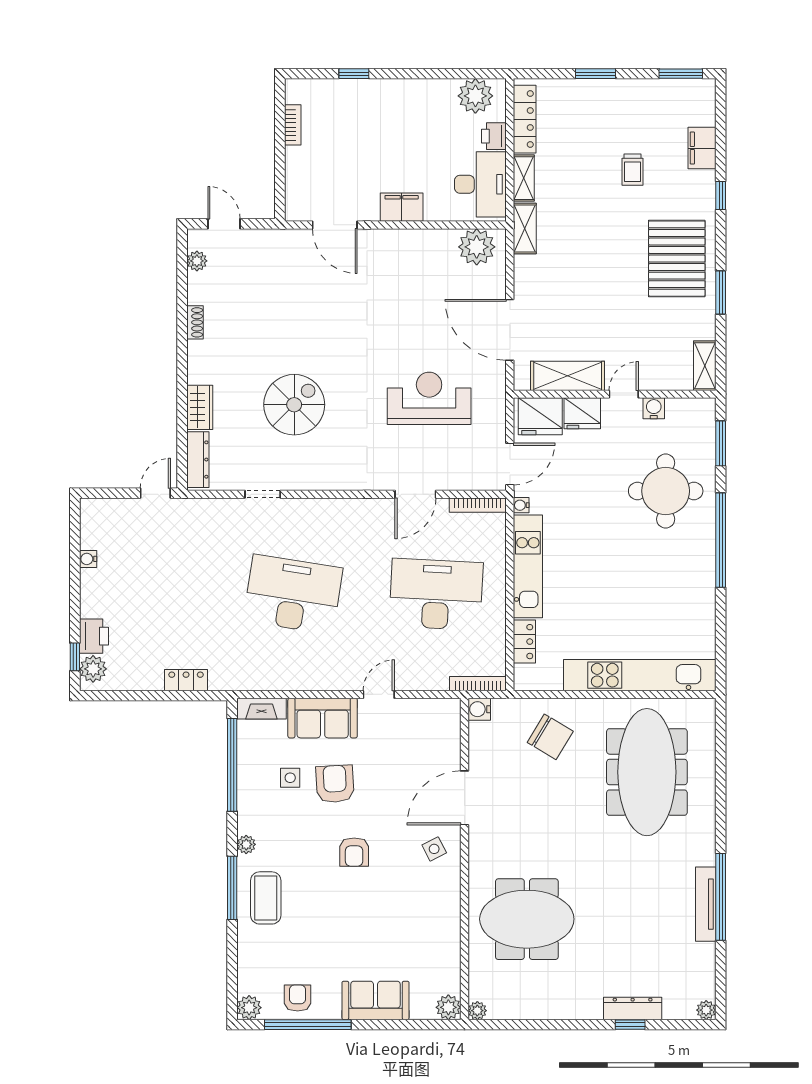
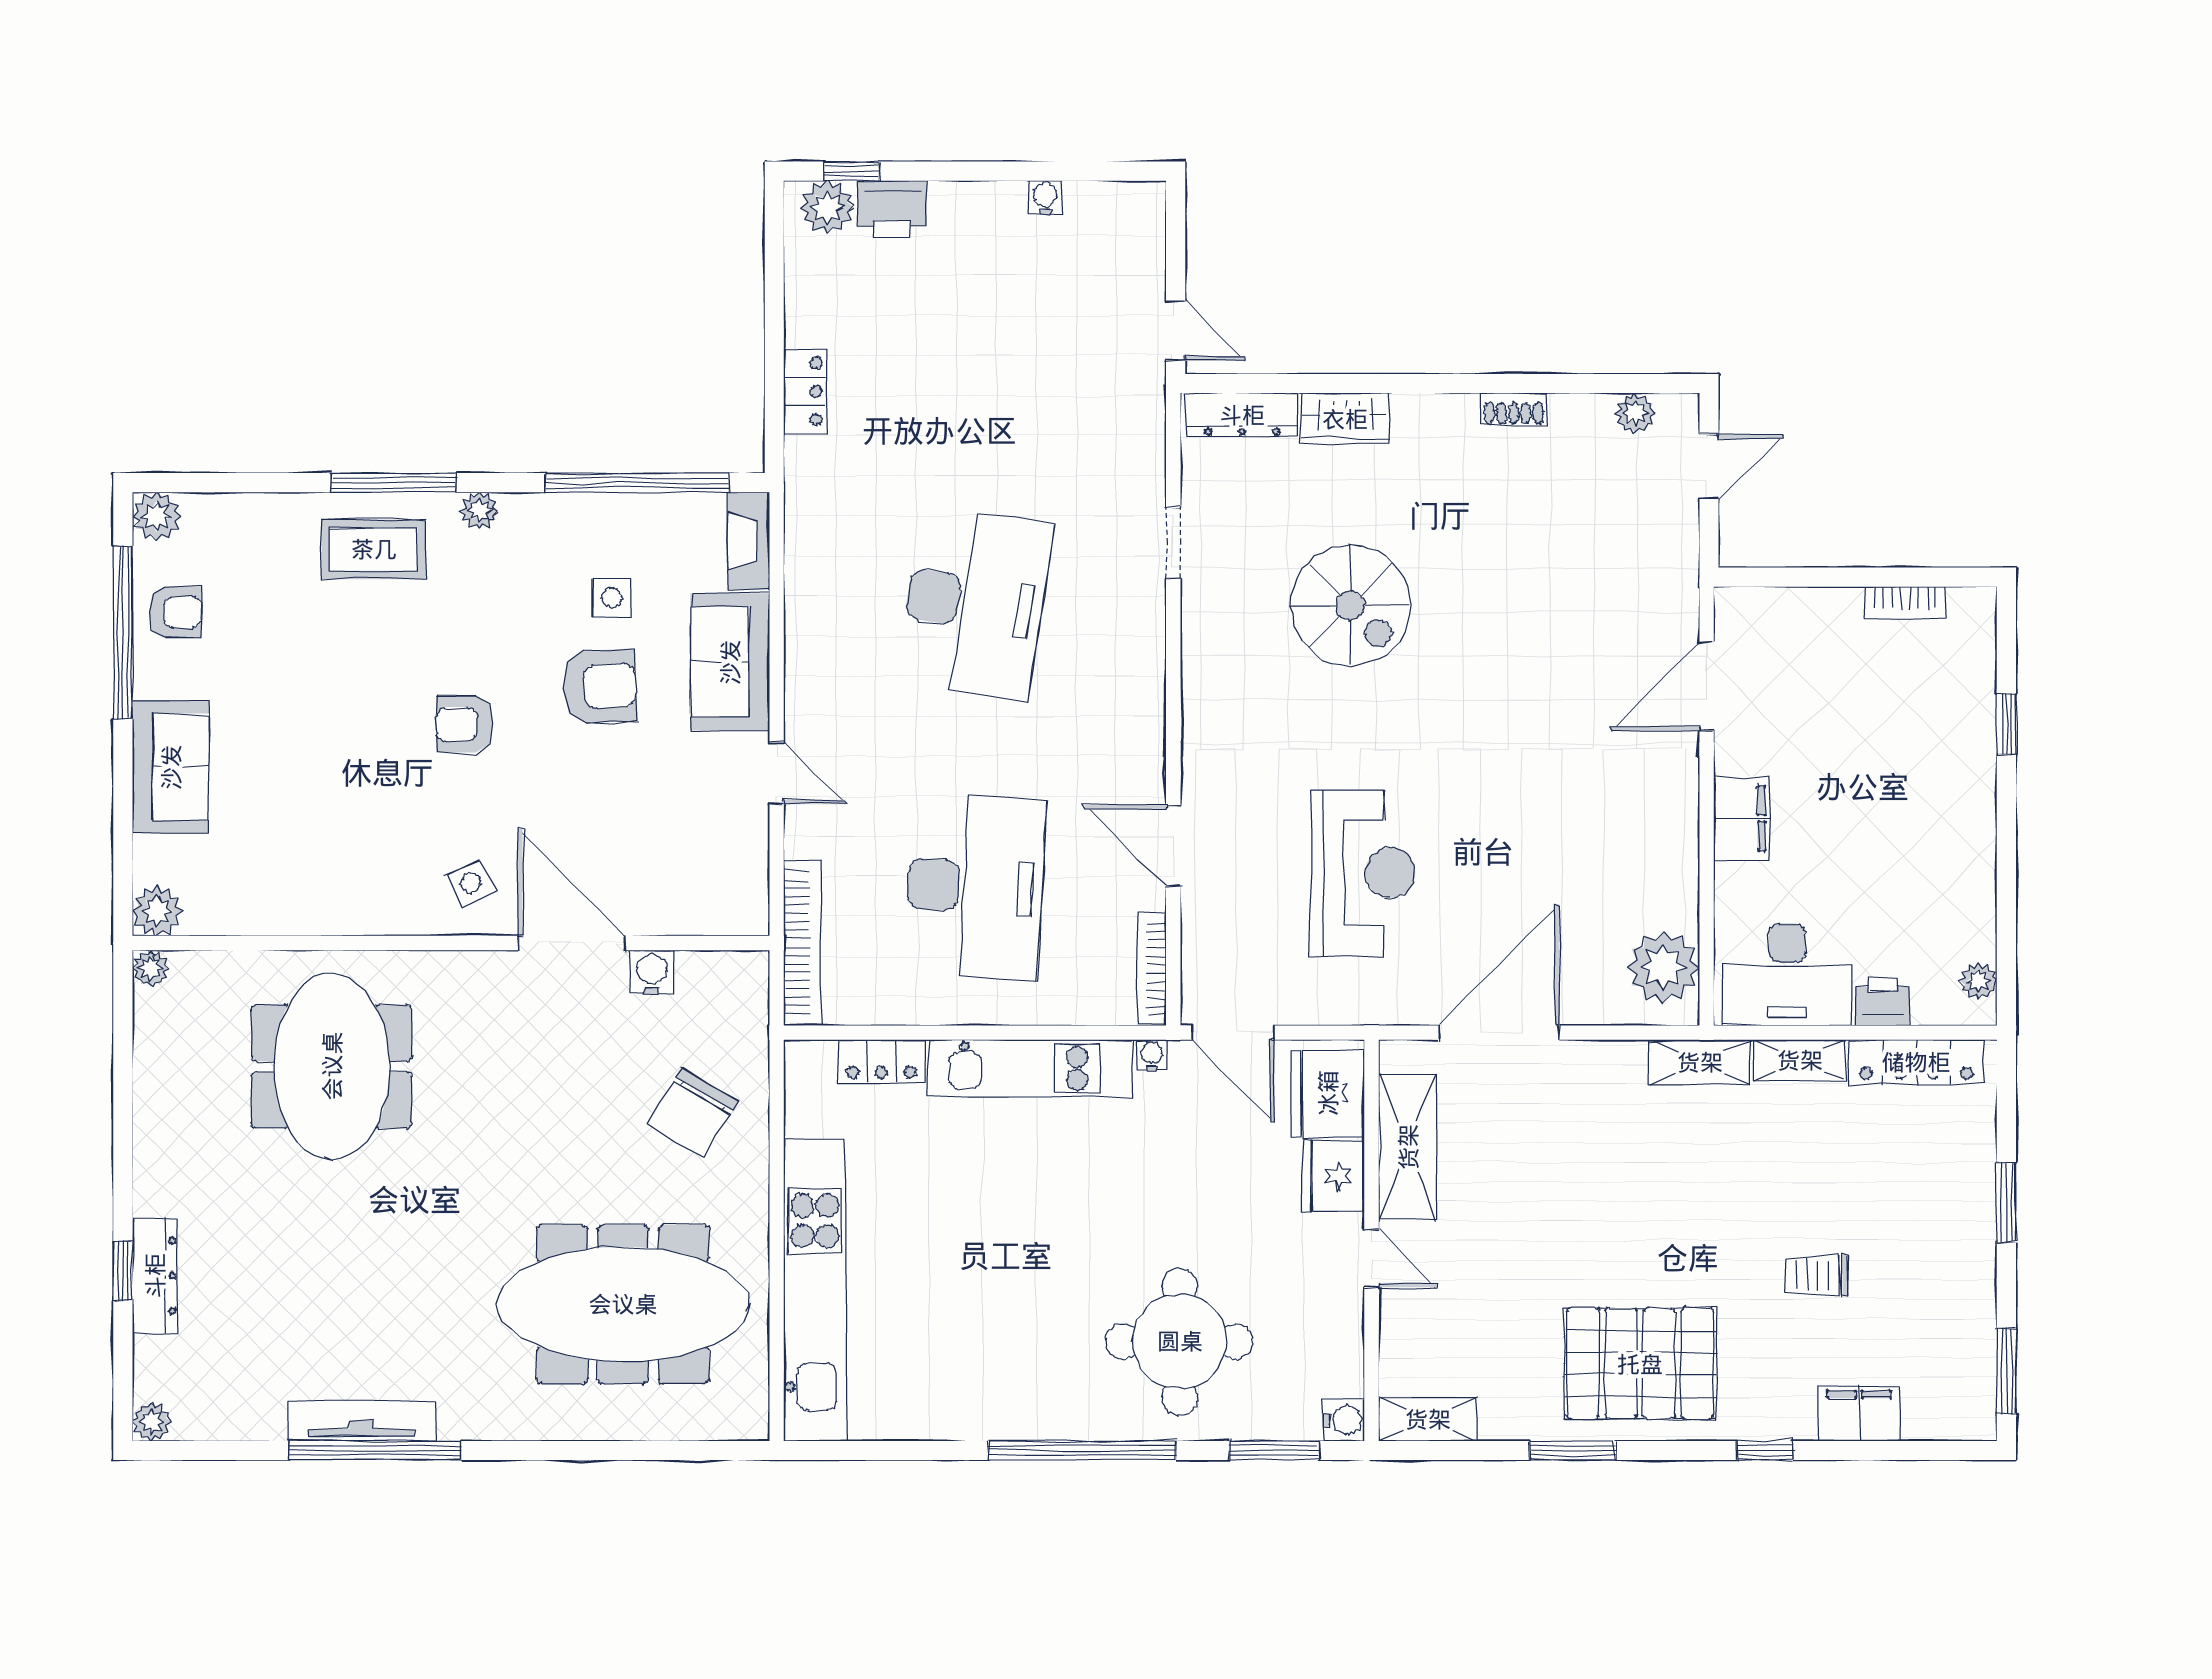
plant: (475, 96) -> (1978, 981), width x0.53, depth x0.53
water cooler: (654, 408) -> (1344, 1420), moved
bookcase: (478, 684) -> (803, 943), width x1.48, depth x1.31
water cooler: (479, 709) -> (652, 972), moved

